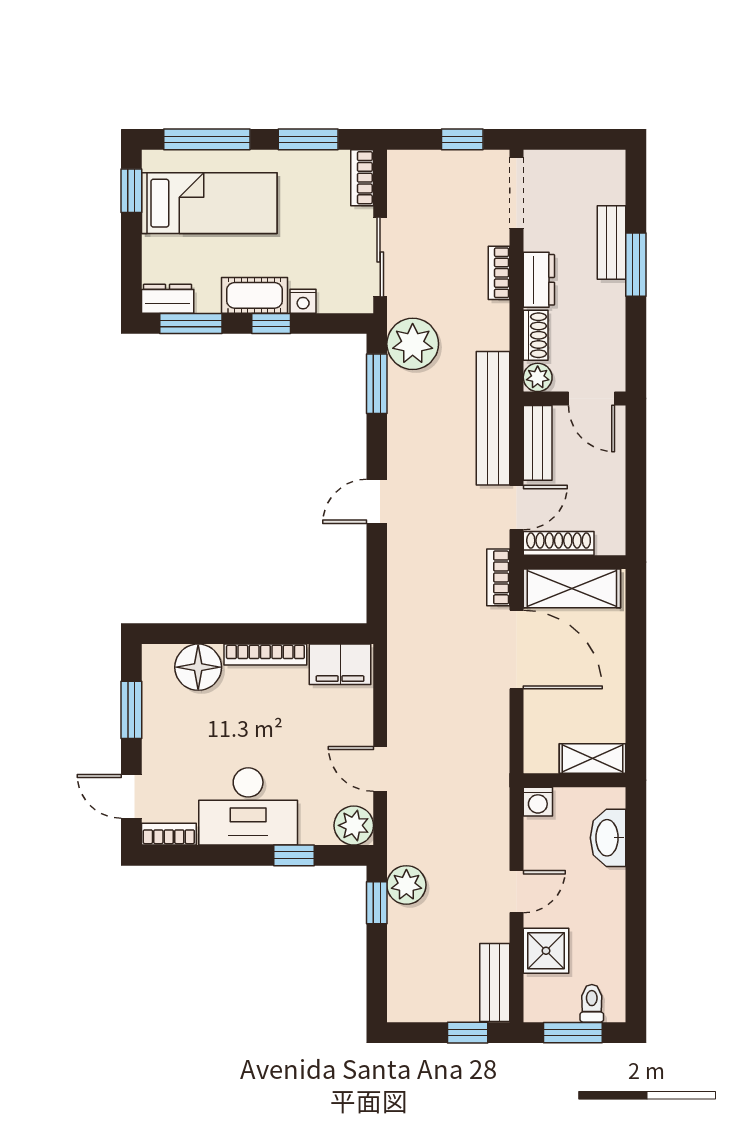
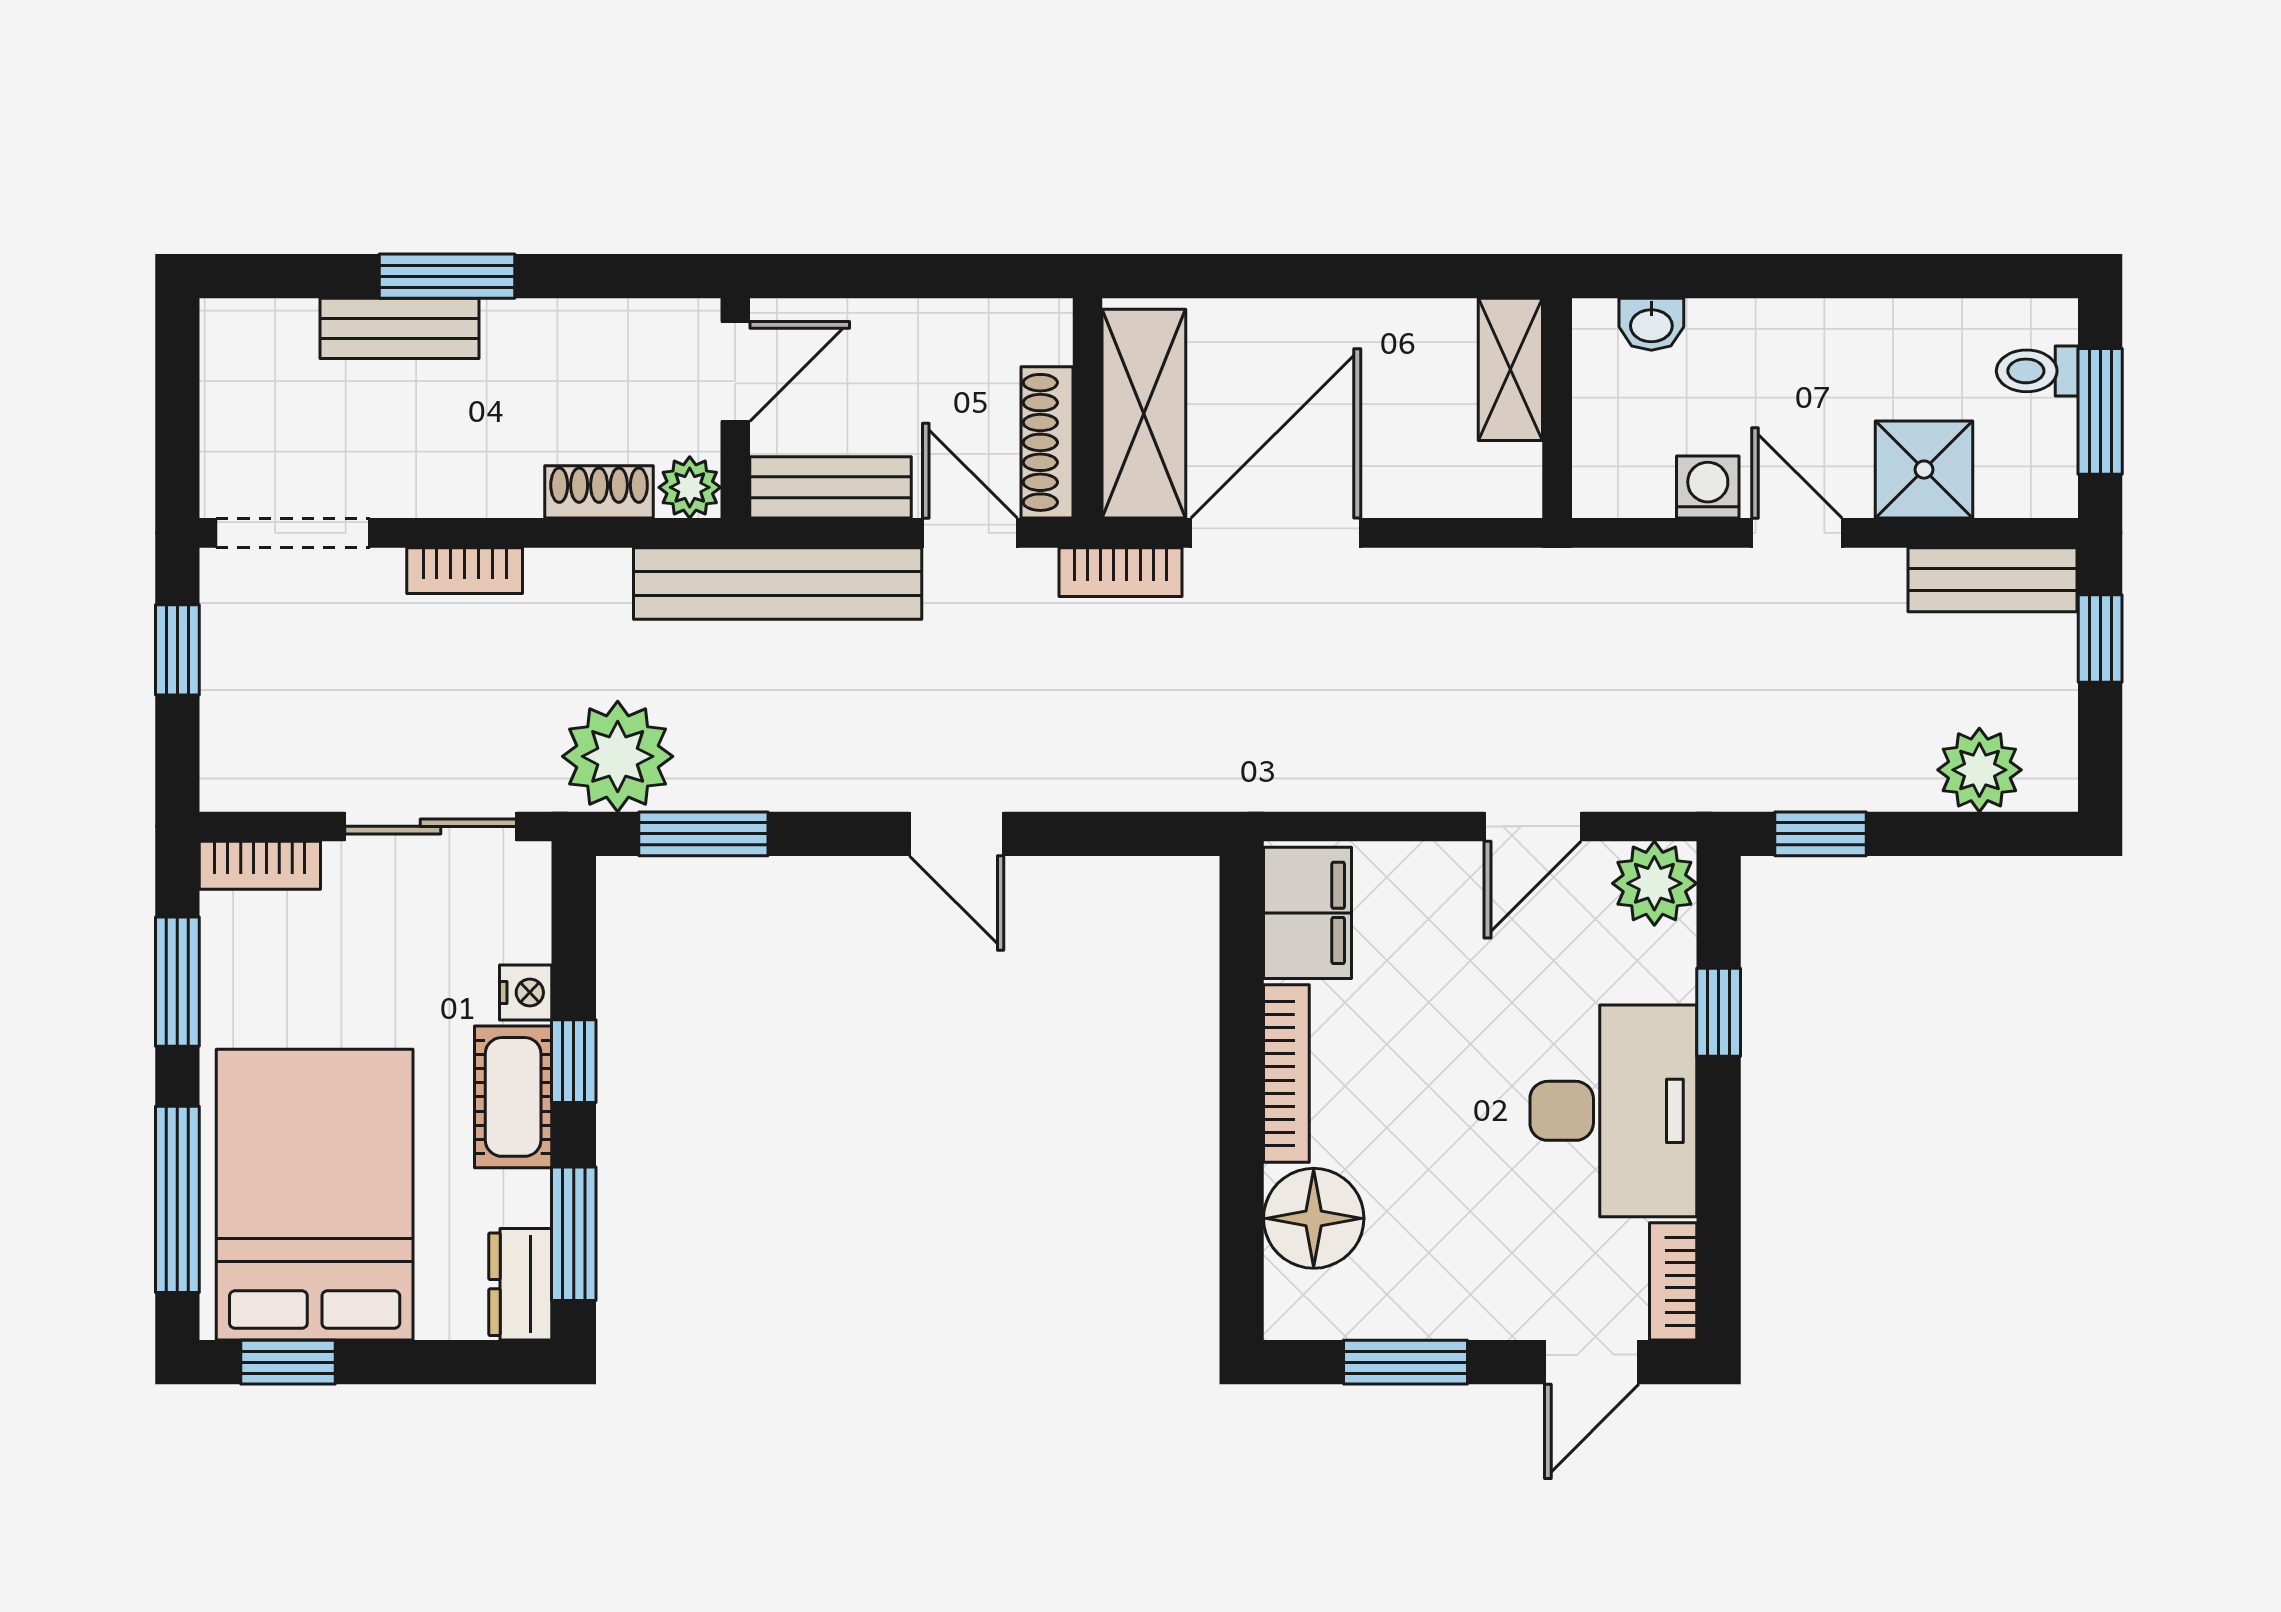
bed: (209, 203) -> (315, 1195), width x1.50
dresser: (539, 280) -> (480, 485), removed
washing machine: (538, 802) -> (1708, 487), moved, turned -90
washbasin: (608, 838) -> (1651, 324), width x0.52, depth x0.69
plant: (406, 885) -> (1979, 770), moved

